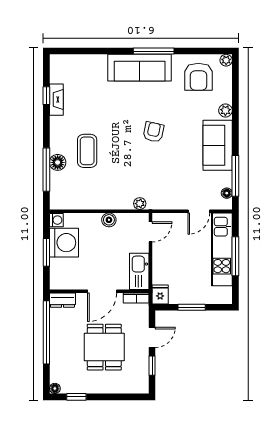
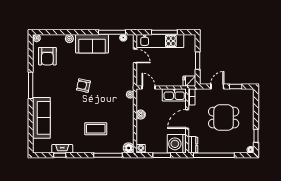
sofa: (140, 68) -> (41, 118), moved
armchair: (198, 77) -> (47, 56), turned 90
floor lamp: (58, 162) -> (129, 148), moved
washing machine: (64, 243) -> (177, 144), moved, turned -90
door: (102, 291) -> (187, 119), swing flipped
door: (152, 337) -> (217, 86), hinge flipped

